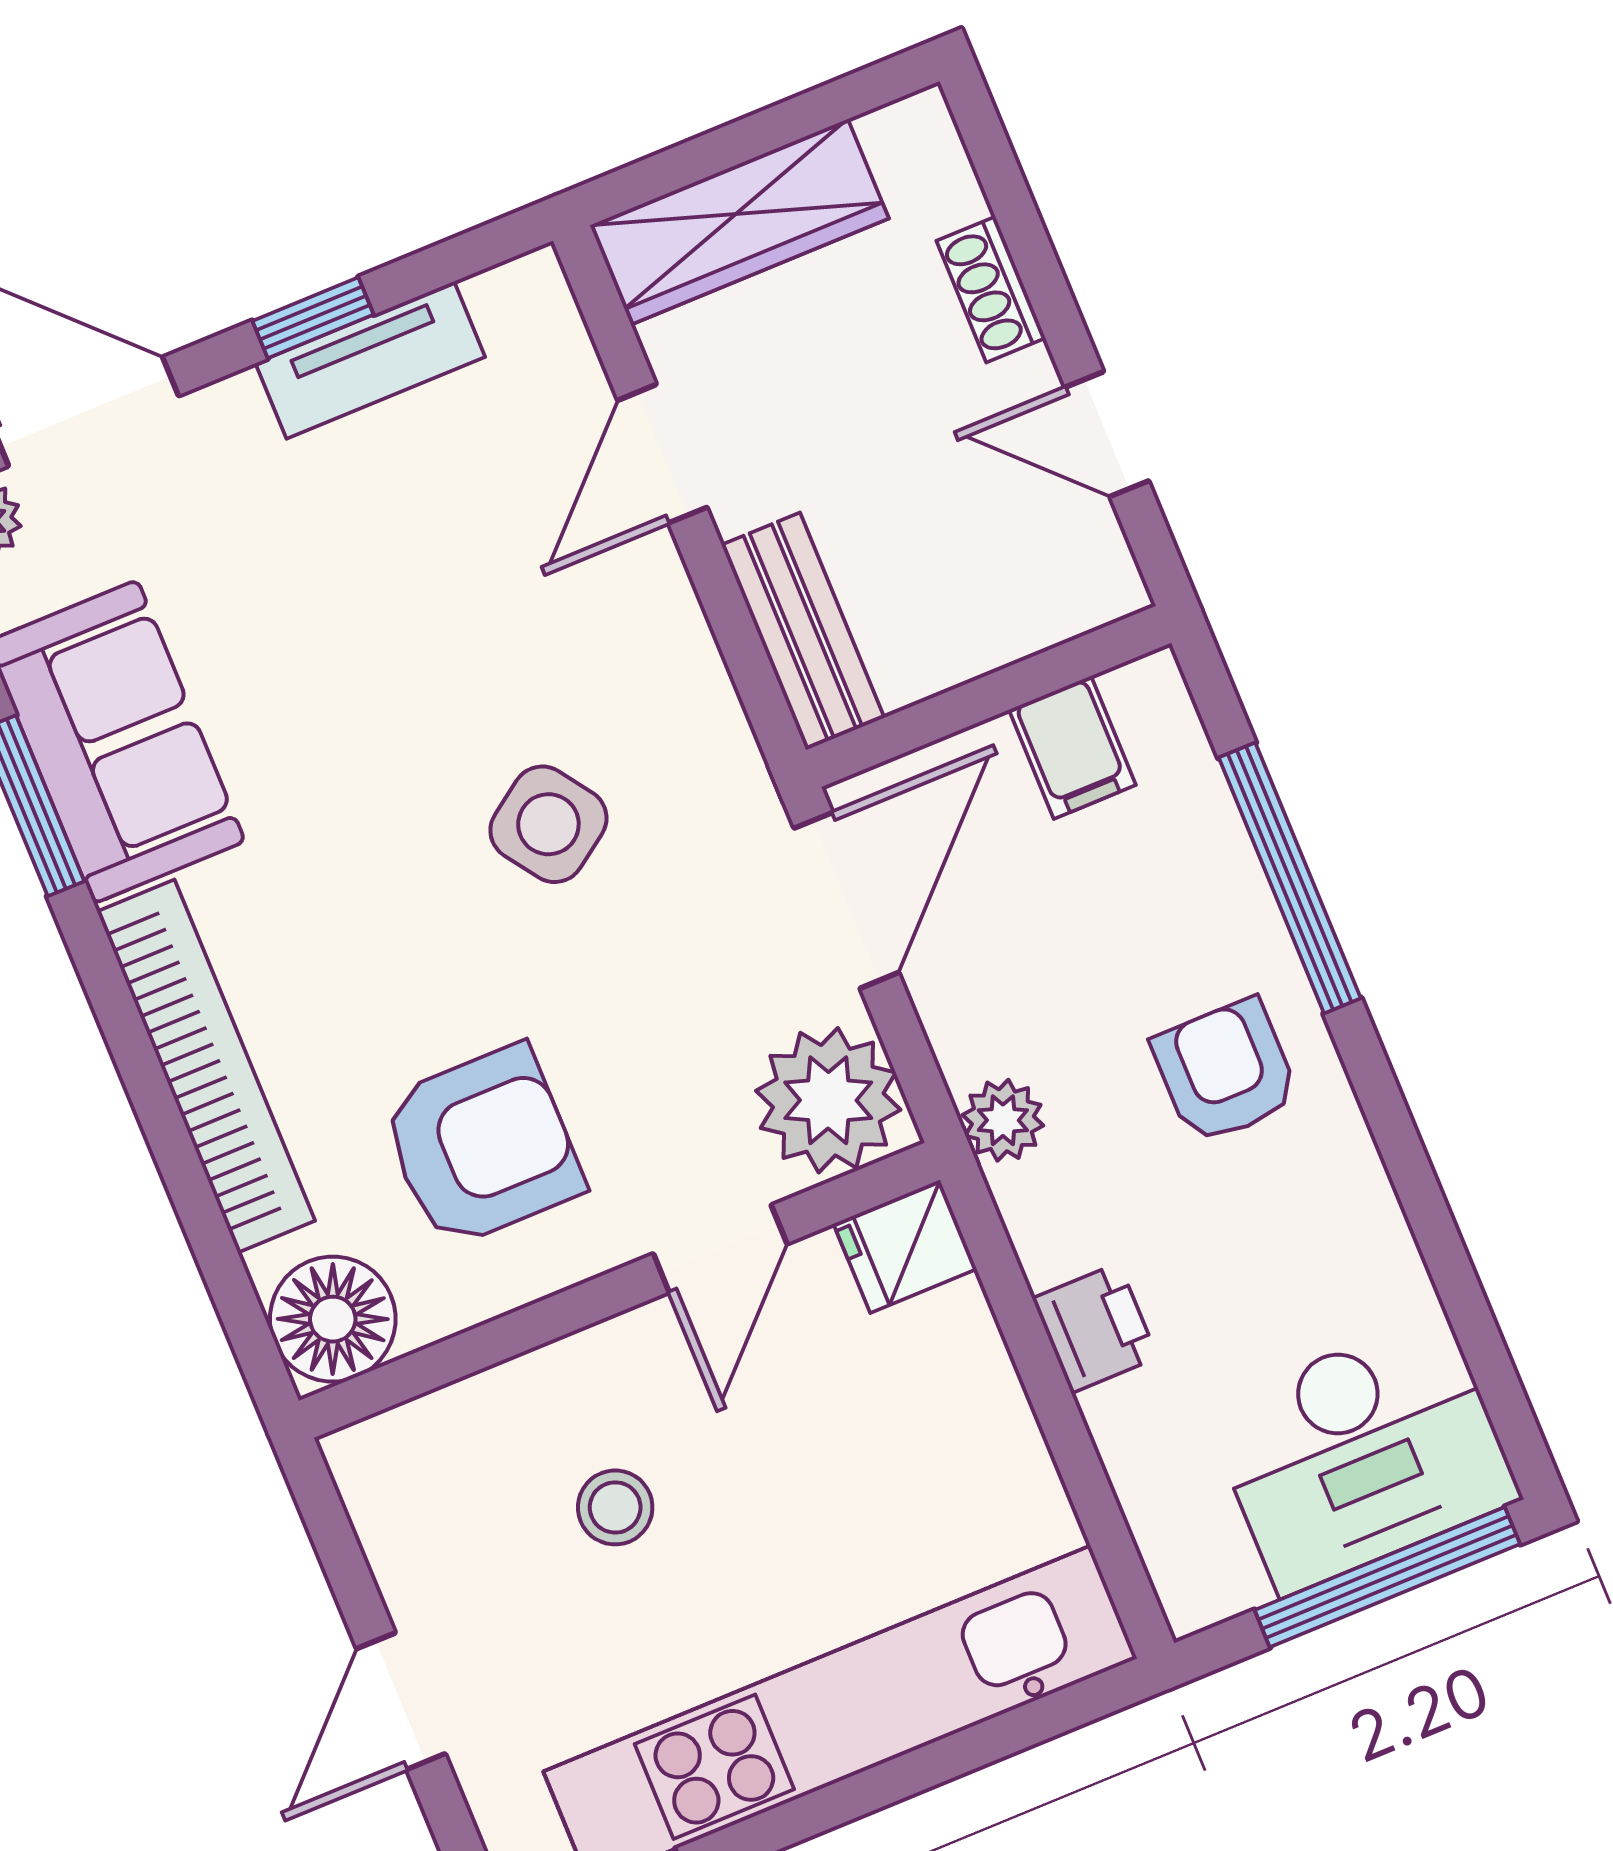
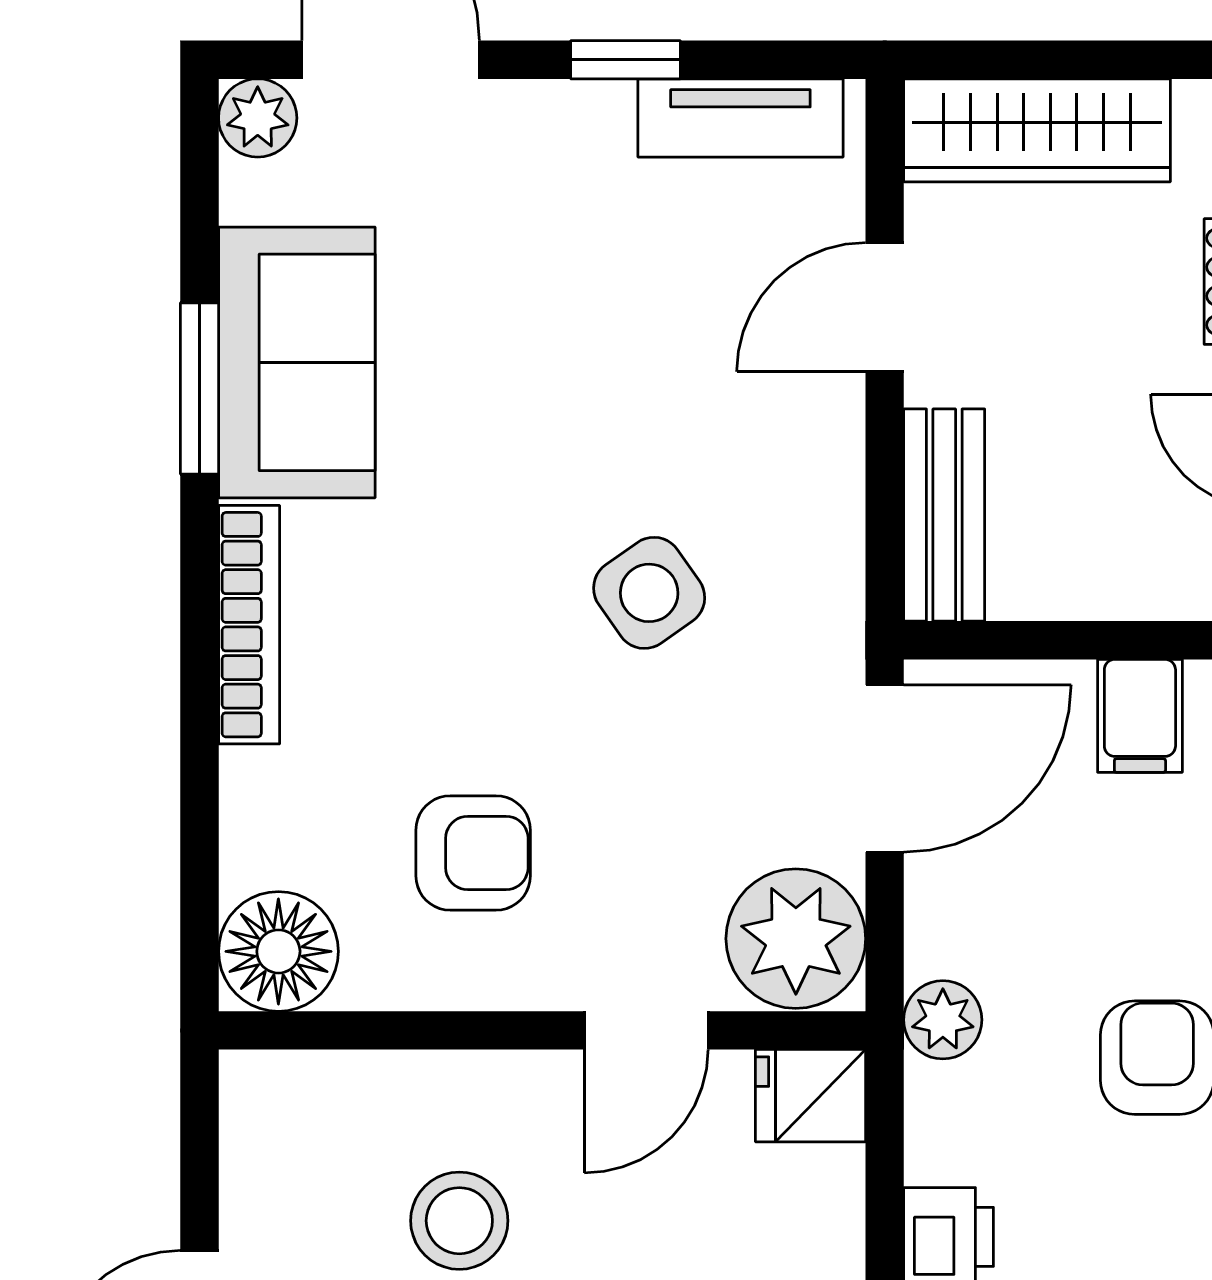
tv unit: (370, 360) -> (740, 118), moved
bookcase: (206, 1066) -> (249, 625), width x0.68, depth x0.76
armchair: (482, 1146) -> (473, 853), width x0.72, depth x0.72
stool: (615, 1507) -> (459, 1221), width x1.37, depth x1.37

